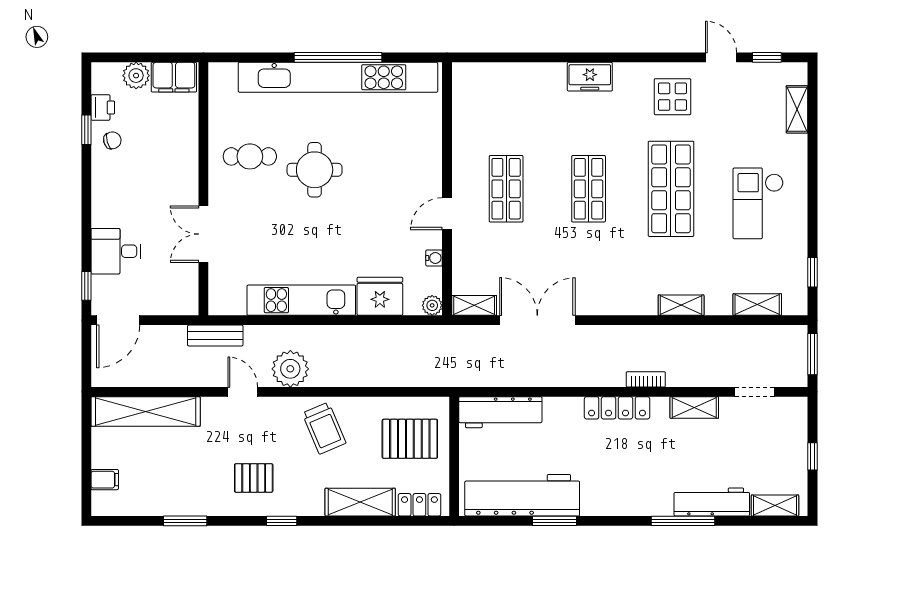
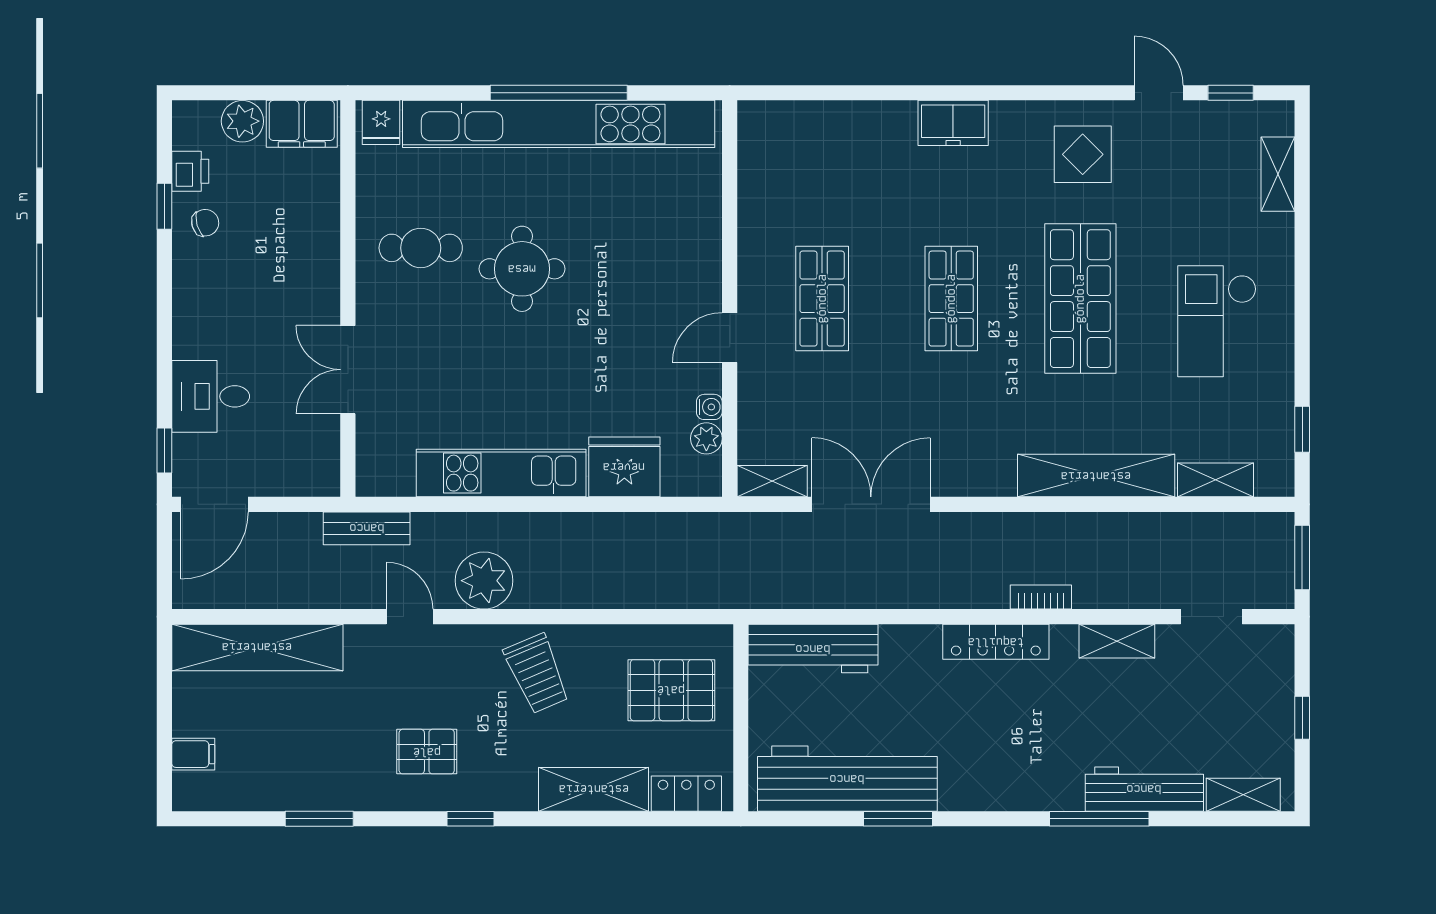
fridge: (225, 76) -> (381, 122), added
plant: (432, 305) -> (706, 438), moved
shelving: (681, 305) -> (1096, 476), width x2.20, depth x1.33

